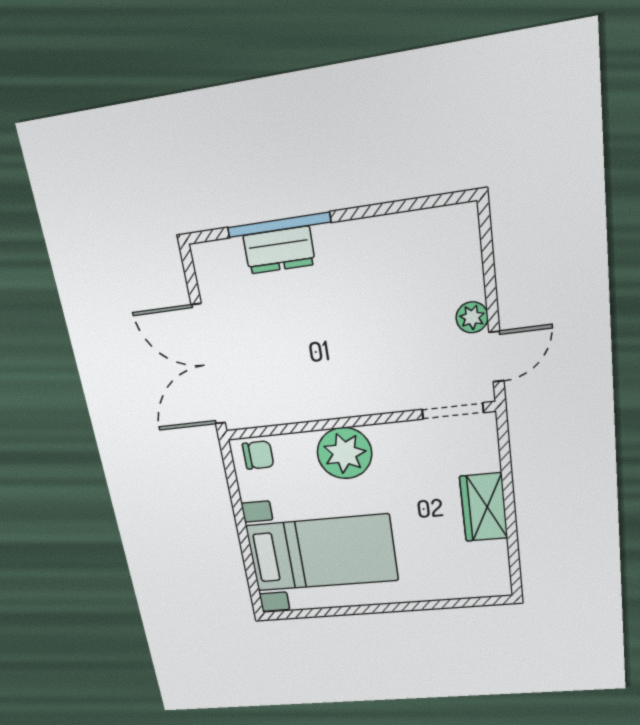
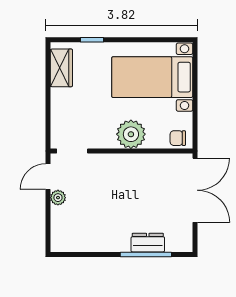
wardrobe: (484, 507) -> (61, 68), moved
window: (437, 604) -> (92, 40), added

